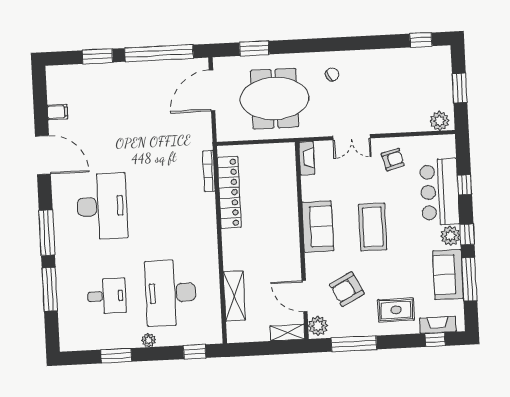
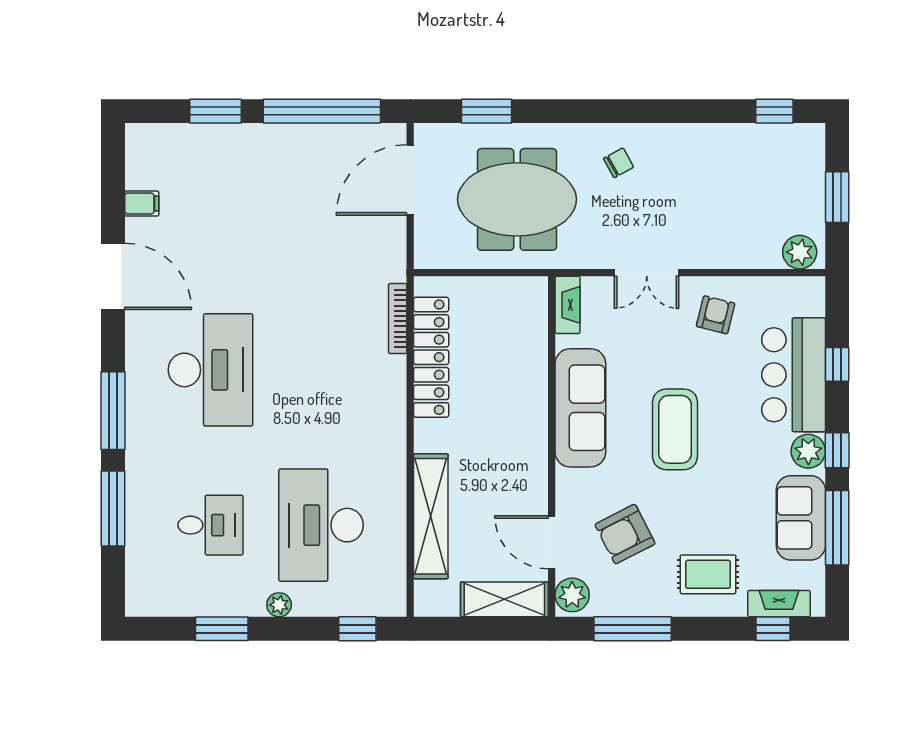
armchair: (393, 160) -> (716, 315), turned -61
sofa: (318, 226) -> (580, 408), width x1.36
shelving: (234, 296) -> (431, 516), width x1.47
shelving: (287, 333) -> (504, 599), width x1.50, depth x1.33

